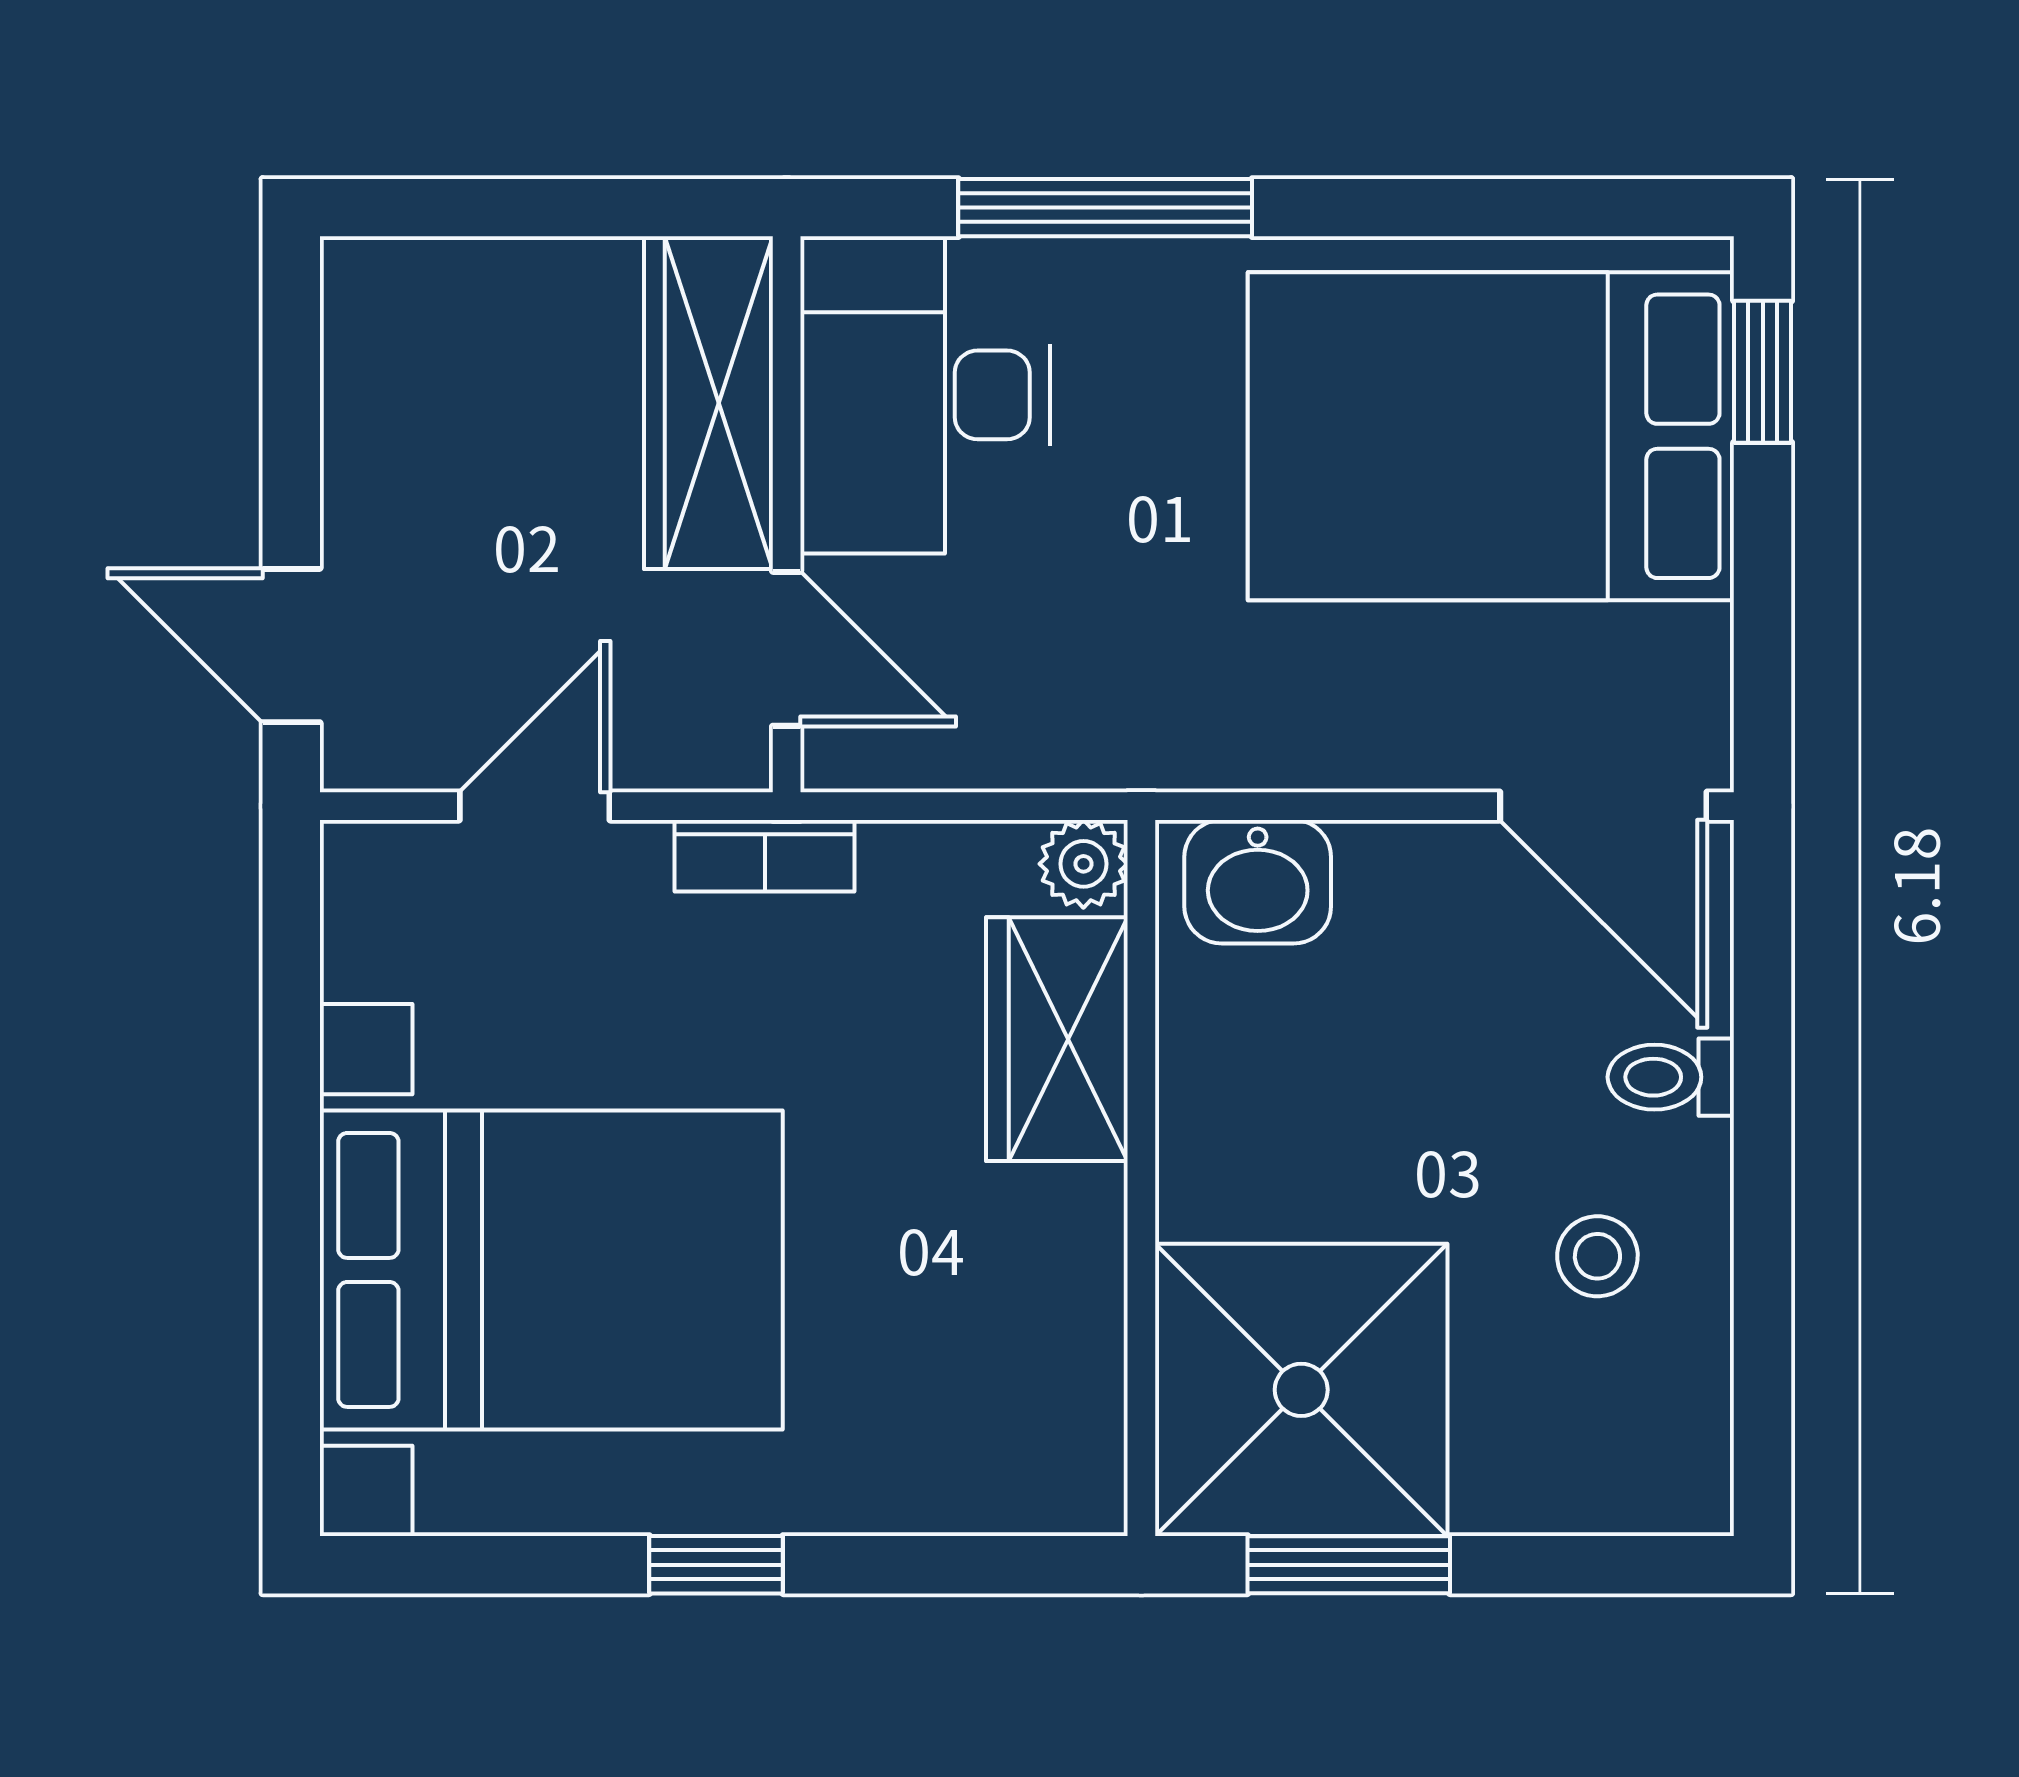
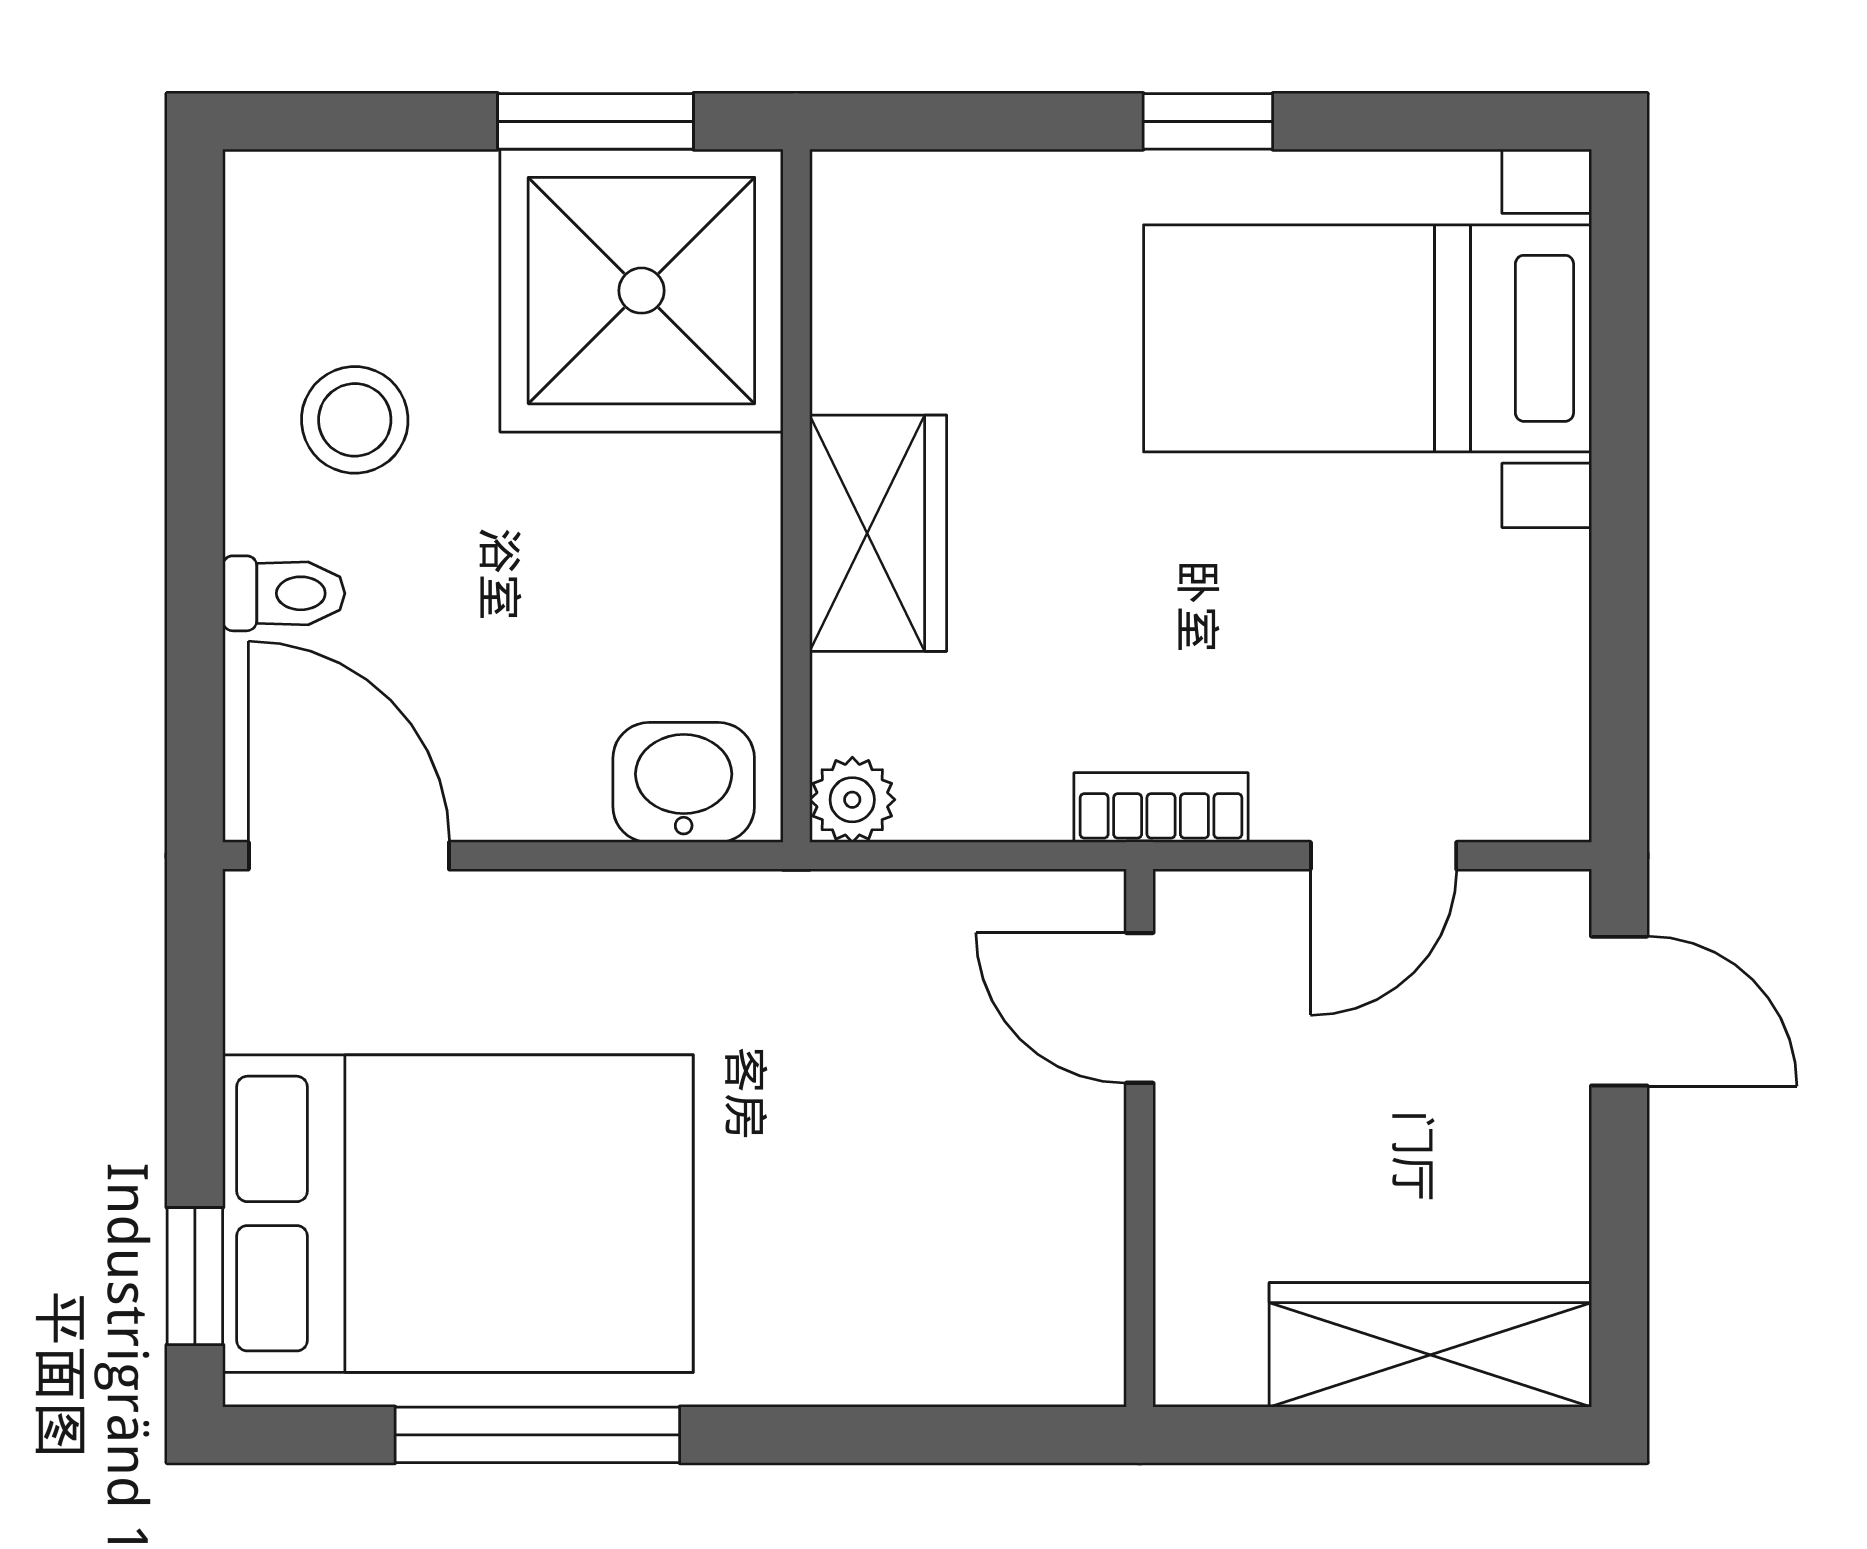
window: (1105, 208) -> (537, 1435), moved
desk: (925, 395) -> (1006, 1254), removed
wardrobe: (709, 403) -> (1430, 1345), moved, turned -90
wardrobe: (1057, 1039) -> (878, 533), moved
stool: (1597, 1256) -> (355, 420), width x1.37, depth x1.37
bed with nightstands: (551, 1270) -> (1368, 338), width x0.73

